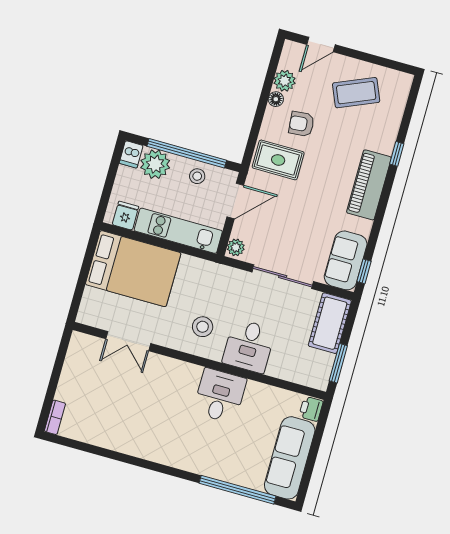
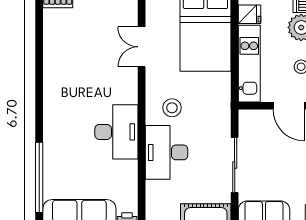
plant: (236, 247) -> (249, 117), removed
desk: (249, 346) -> (167, 152), width x1.37
desk: (220, 396) -> (116, 132), width x1.37

